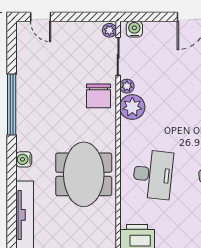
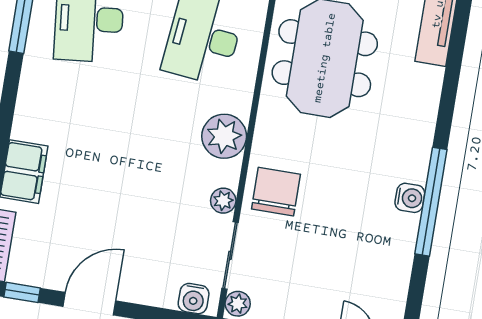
plant: (132, 107) -> (224, 136), moved
water cooler: (24, 159) -> (410, 198), moved

